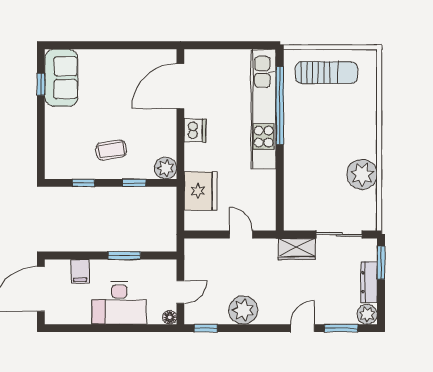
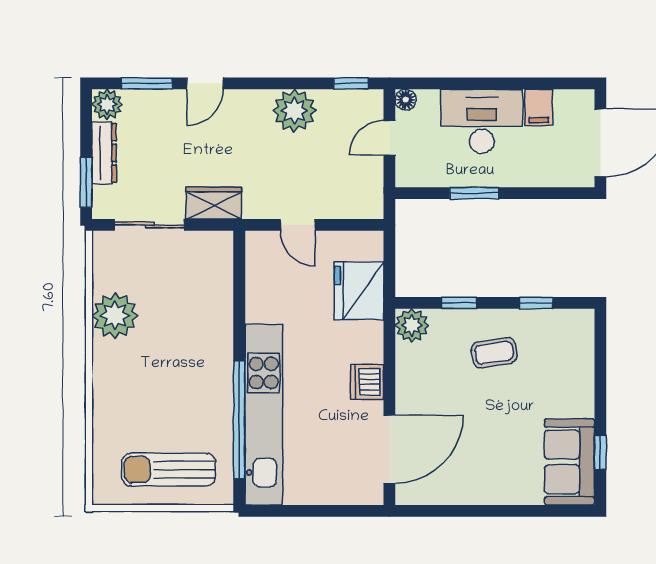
filing cabinet: (80, 271) -> (539, 107), moved, turned 180

